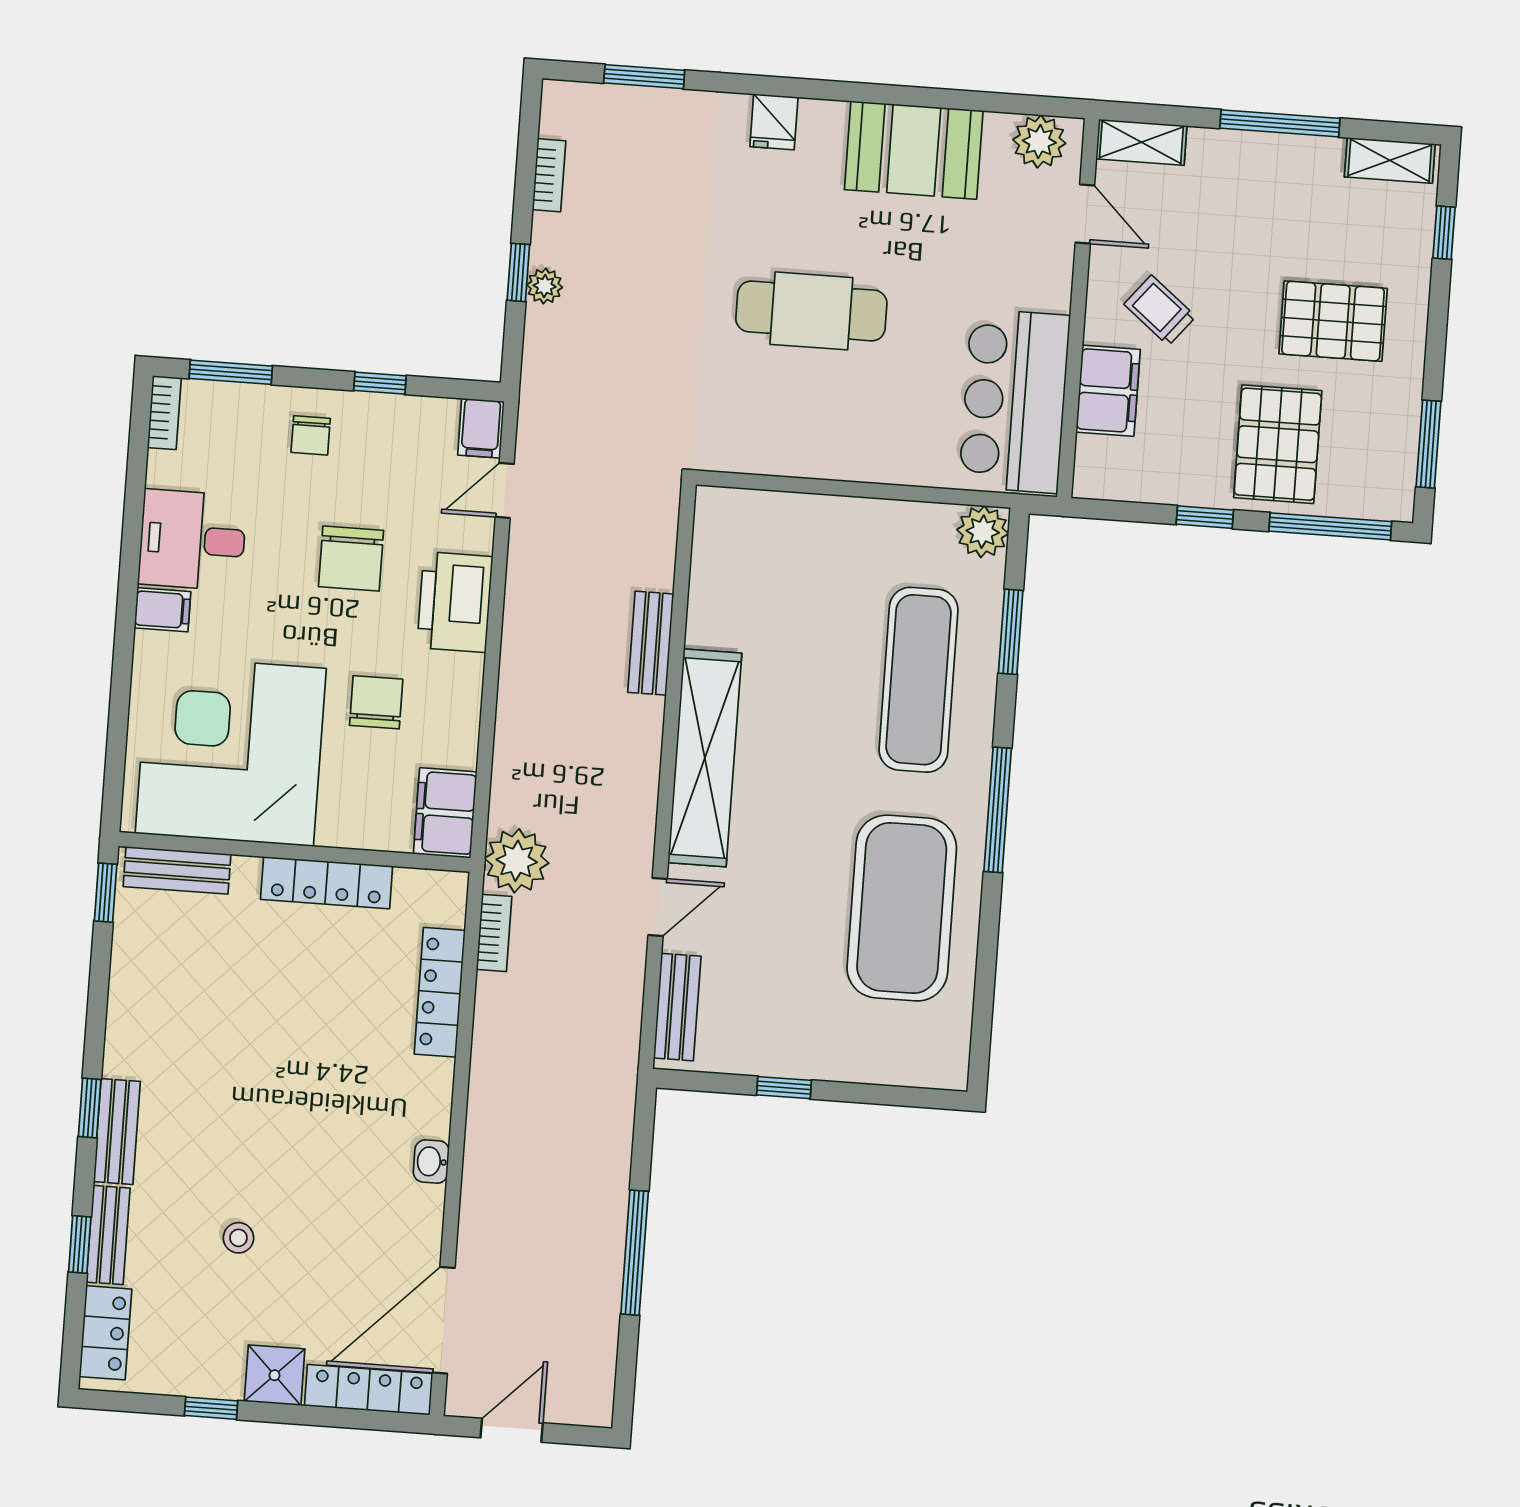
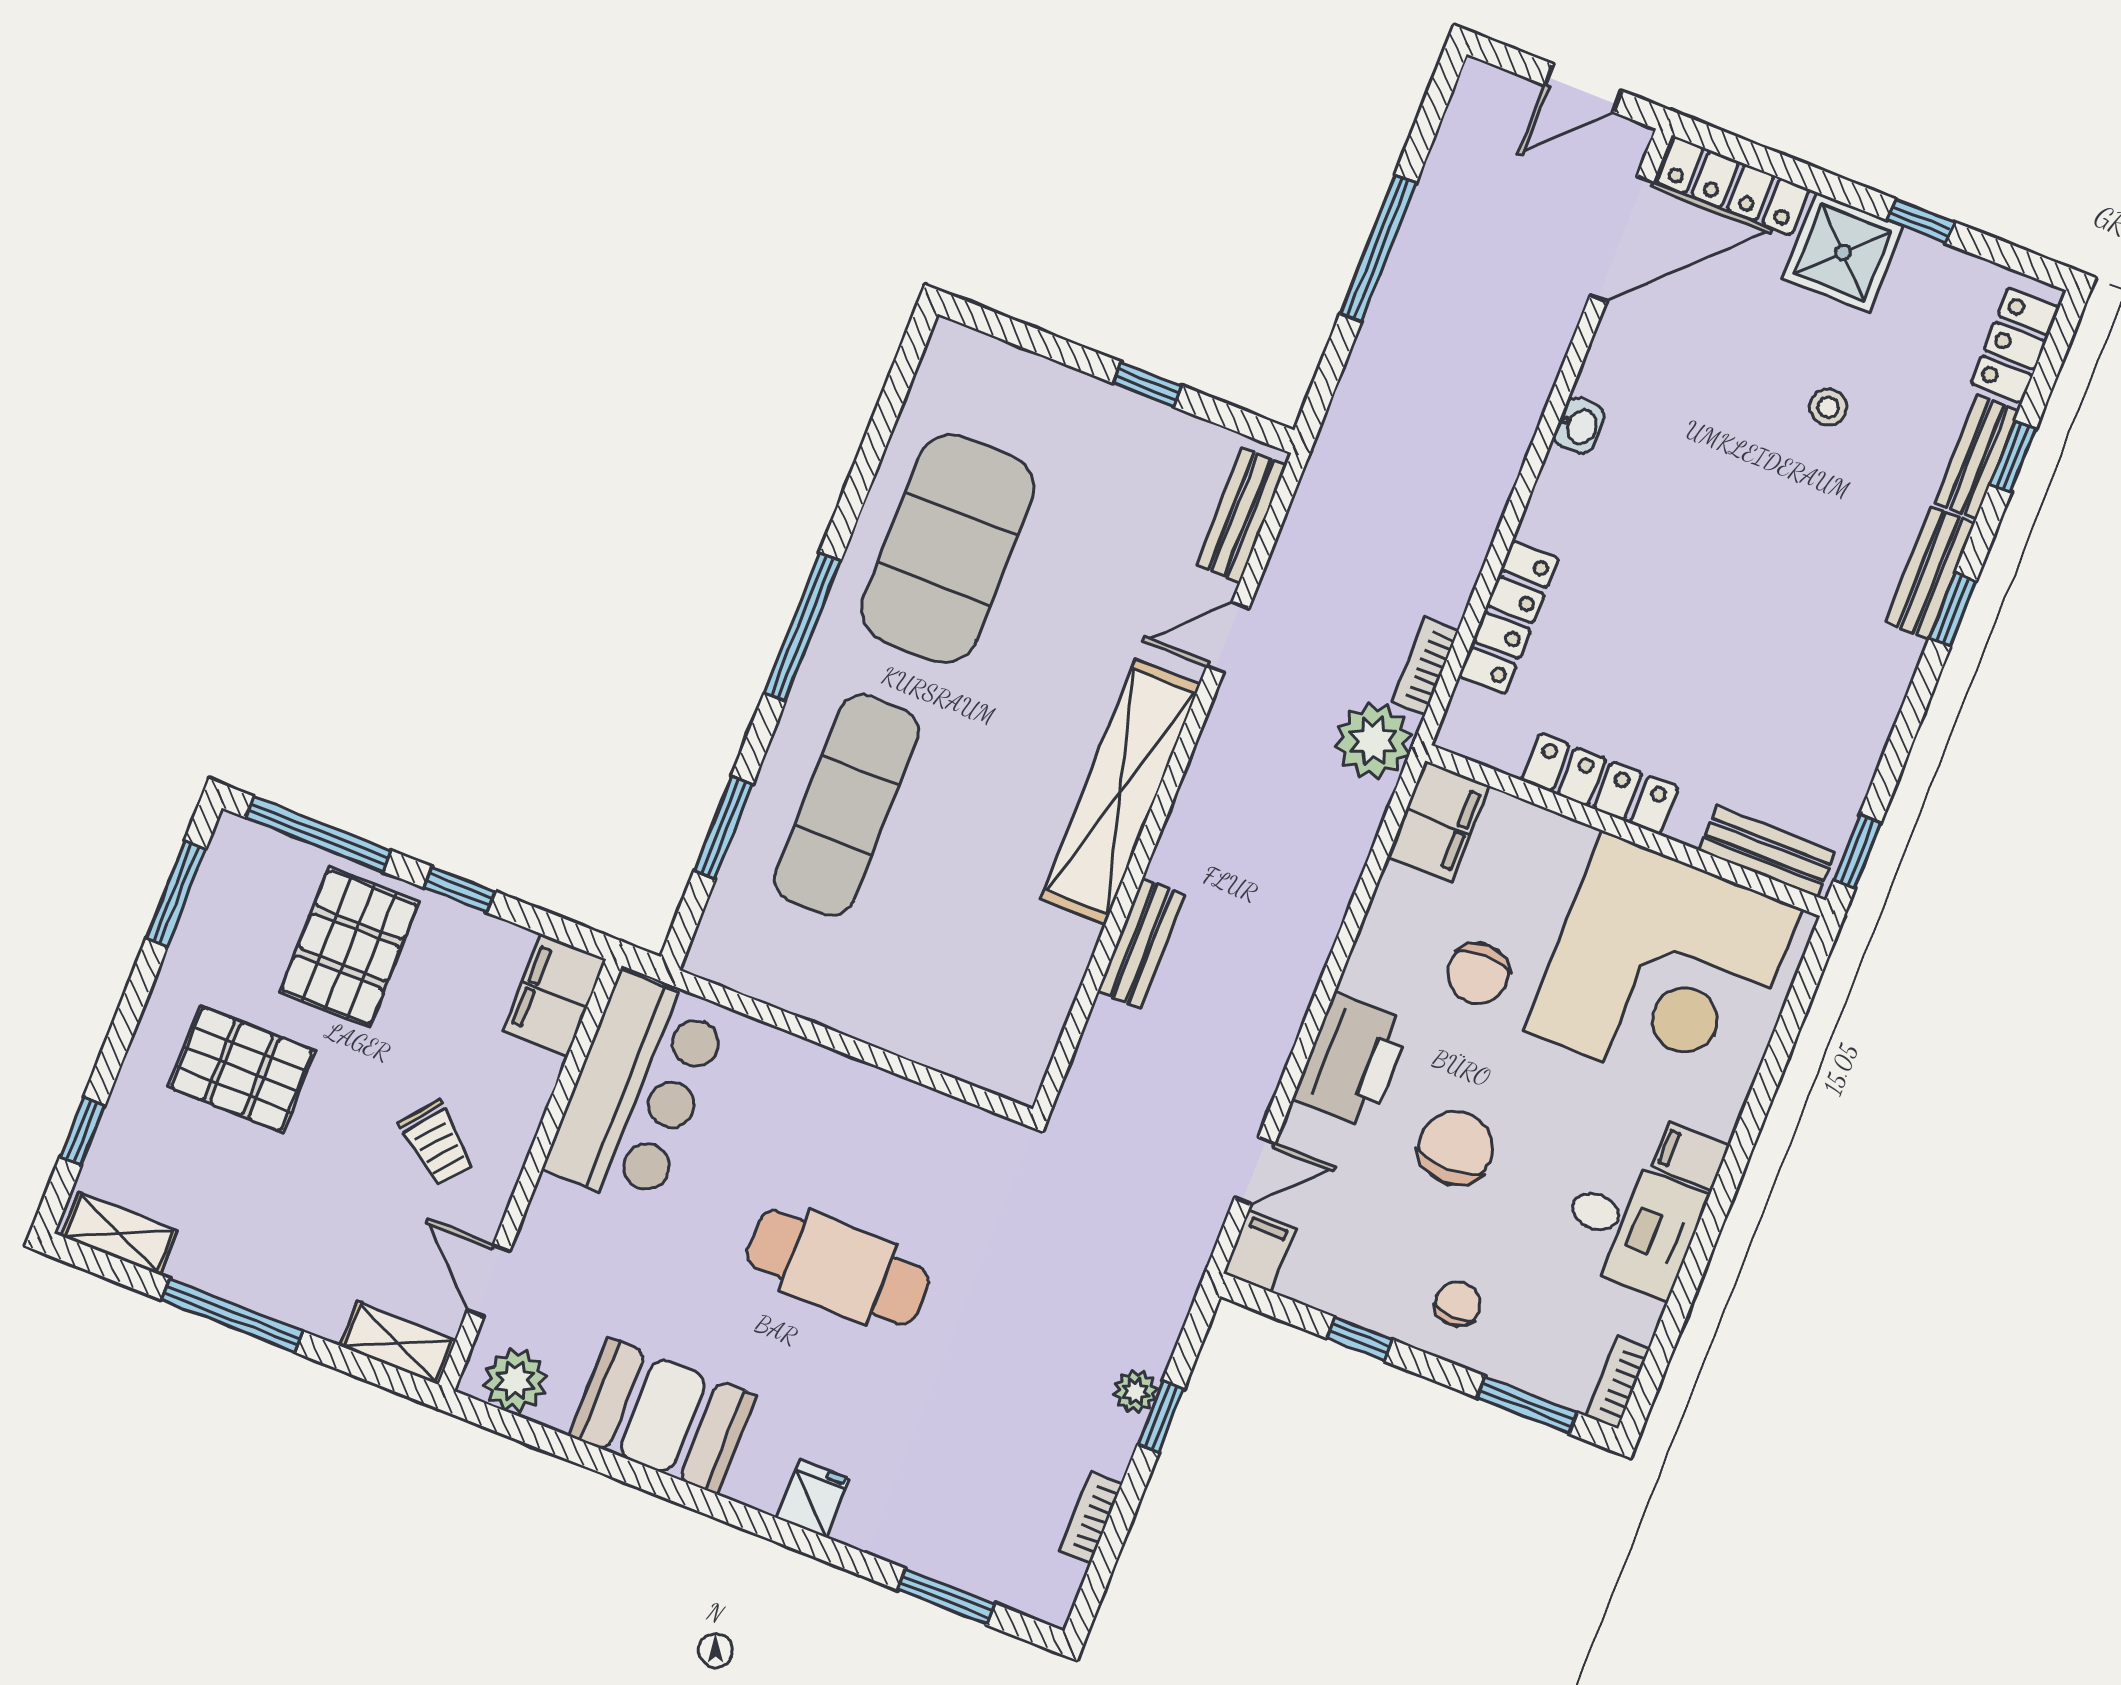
filing cabinet: (1108, 391) -> (554, 995), moved
plant: (983, 532) -> (720, 952), removed
shower: (275, 1375) -> (1843, 252), width x1.36, depth x1.36

